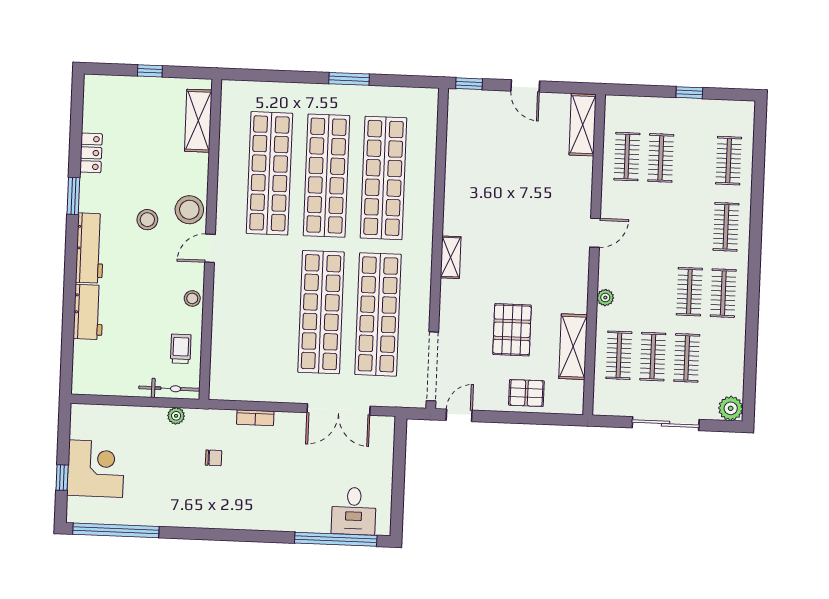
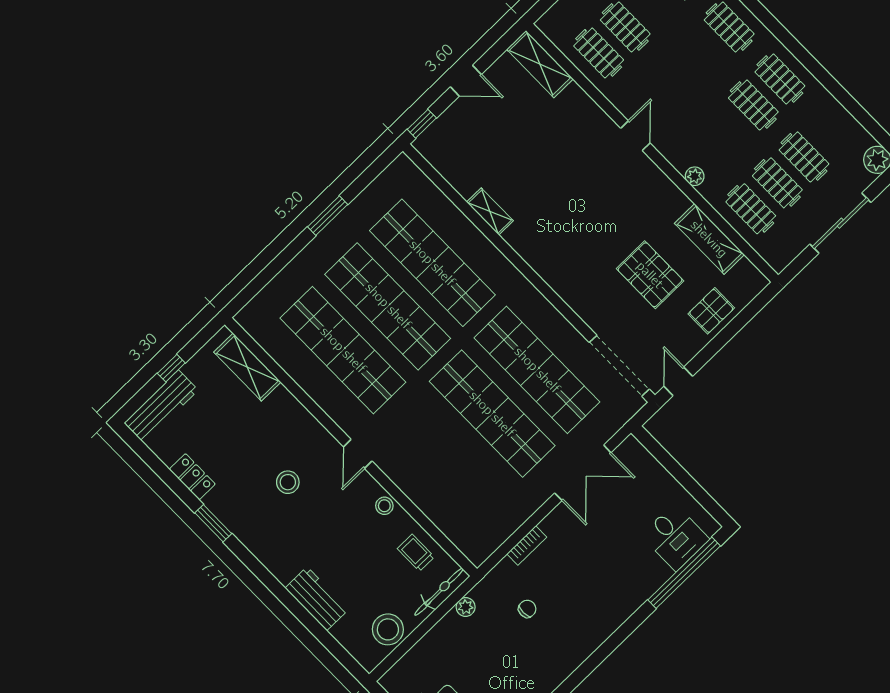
stool: (189, 210) -> (388, 629), moved
workbench: (90, 248) -> (161, 407), moved, turned 90
shelving: (451, 257) -> (490, 211), moved

